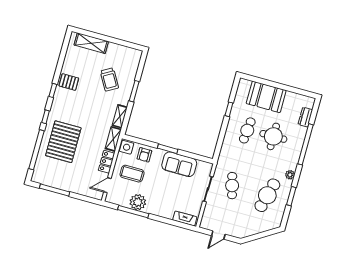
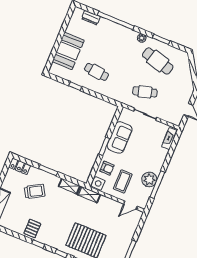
round table: (273, 136) -> (105, 49), removed
locker: (107, 162) -> (20, 166), moved
door: (107, 185) -> (130, 205), hinge flipped

